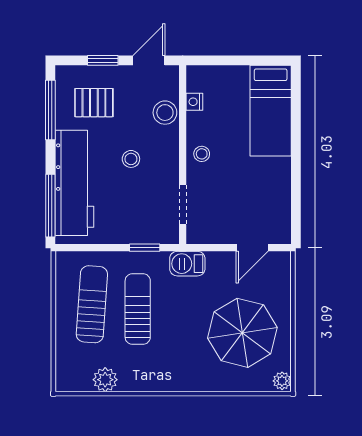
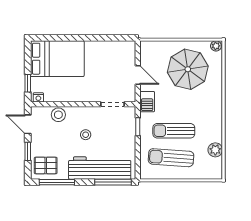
window: (219, 60) -> (28, 83), added
nightstand: (194, 102) -> (38, 97), moved
pallet: (94, 103) -> (46, 165), moved, turned 90
bed: (271, 111) -> (57, 59), width x1.50
stool: (202, 154) -> (83, 93), removed
door: (252, 248) -> (138, 75), moved

